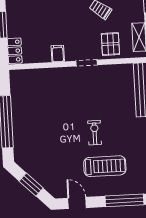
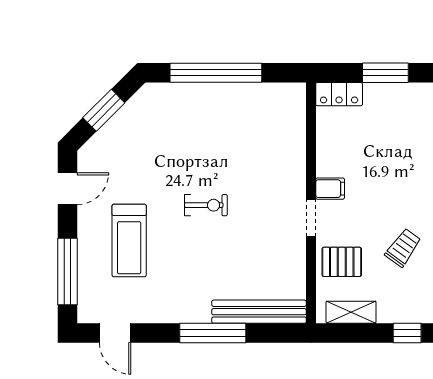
filing cabinet: (58, 54) -> (330, 189), moved
exercise bike: (95, 133) -> (206, 205), moved

